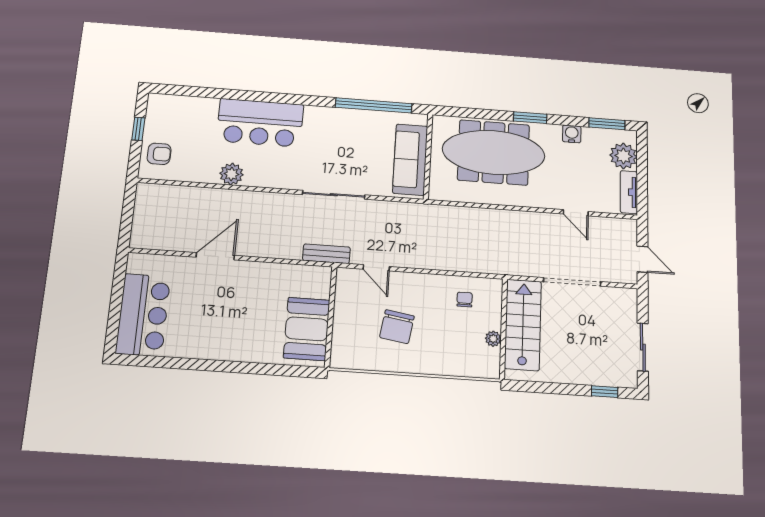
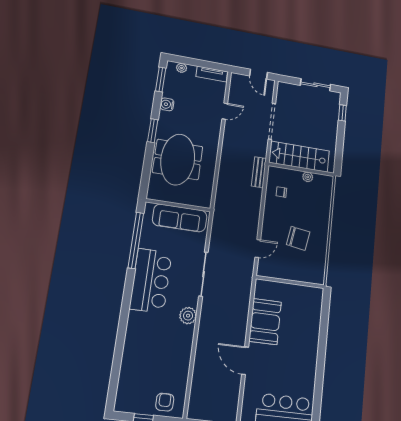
bar counter: (260, 123) -> (151, 281), moved
meeting table: (494, 152) -> (178, 159), width x0.73
plant: (623, 156) -> (182, 68), width x0.53, depth x0.53
plant: (232, 174) -> (188, 316), moved
bench: (326, 254) -> (259, 172), moved
door: (642, 259) -> (259, 74), swing flipped
booth: (307, 329) -> (265, 322), moved, turned 90

